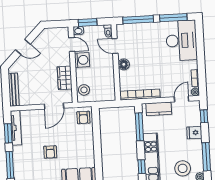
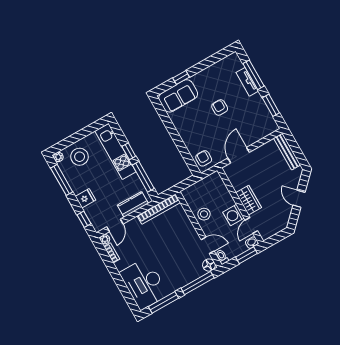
door: (72, 44) -> (251, 225), hinge flipped
door: (23, 47) -> (299, 199), hinge flipped
floor lamp: (124, 64) -> (209, 265), moved
wardrobe: (65, 78) -> (249, 200), moved
stool: (84, 90) -> (204, 214), moved
tv unit: (16, 128) -> (247, 82), moved, width x0.71
window: (142, 167) -> (129, 151), moved

